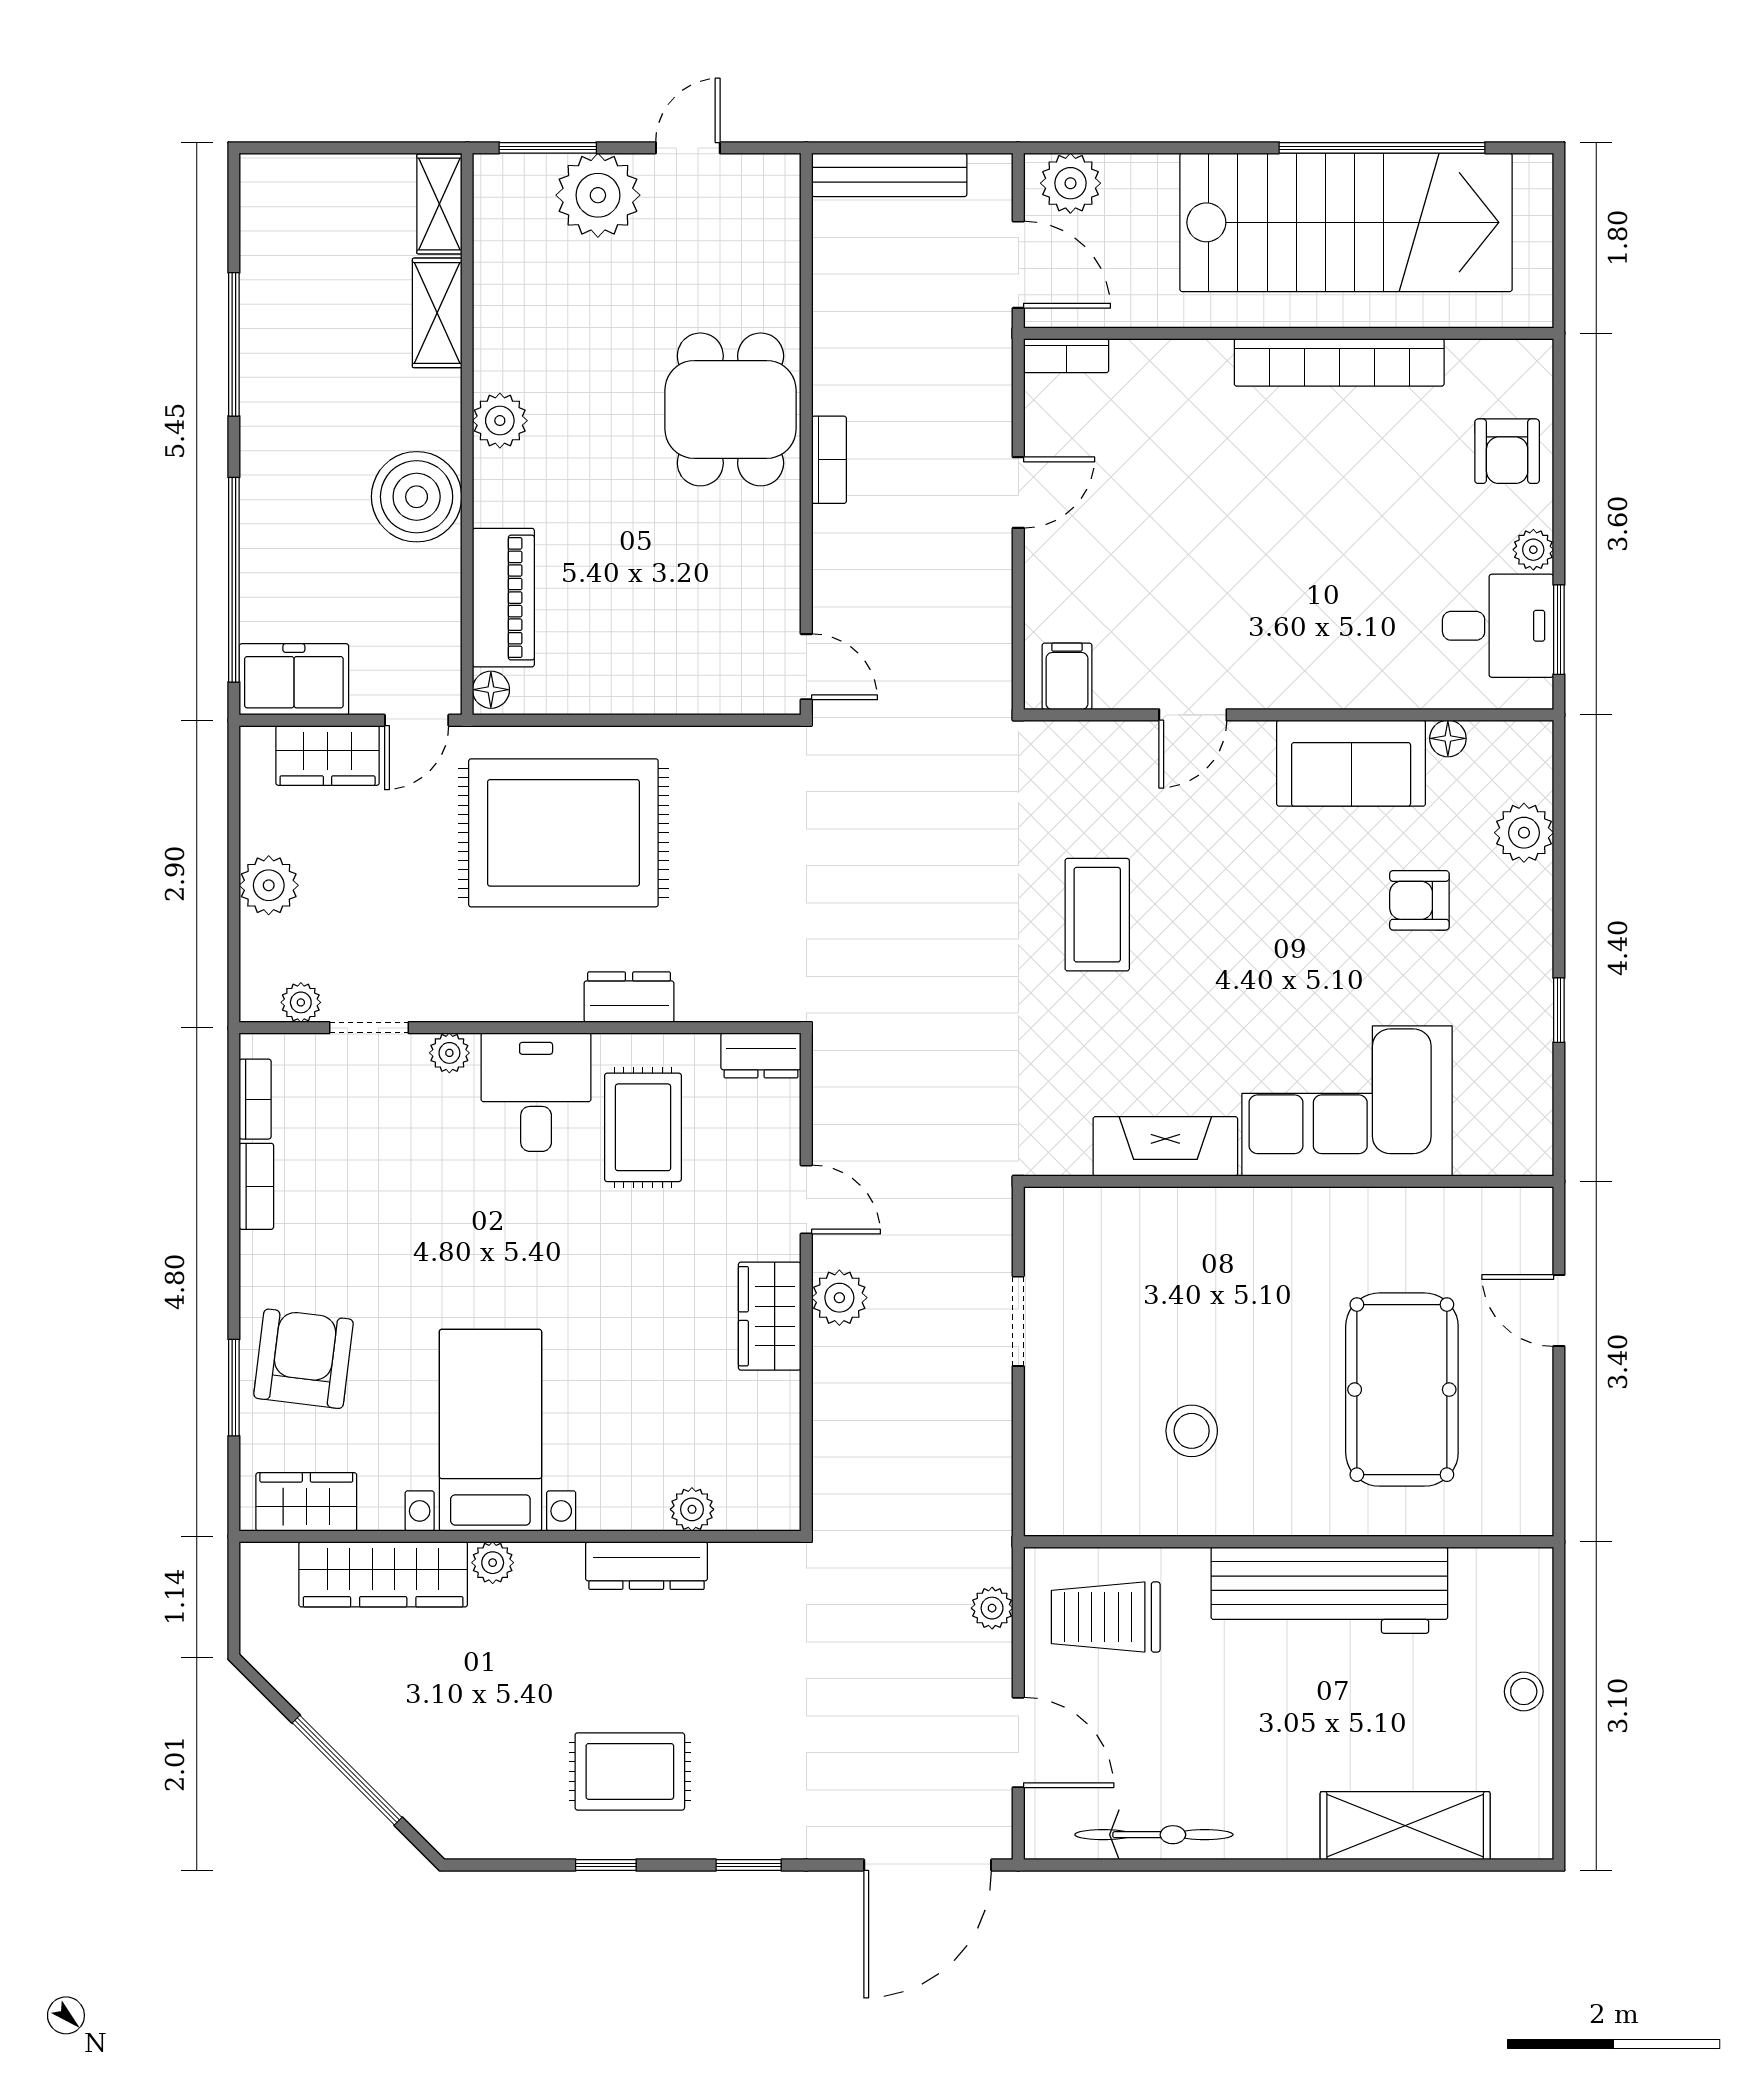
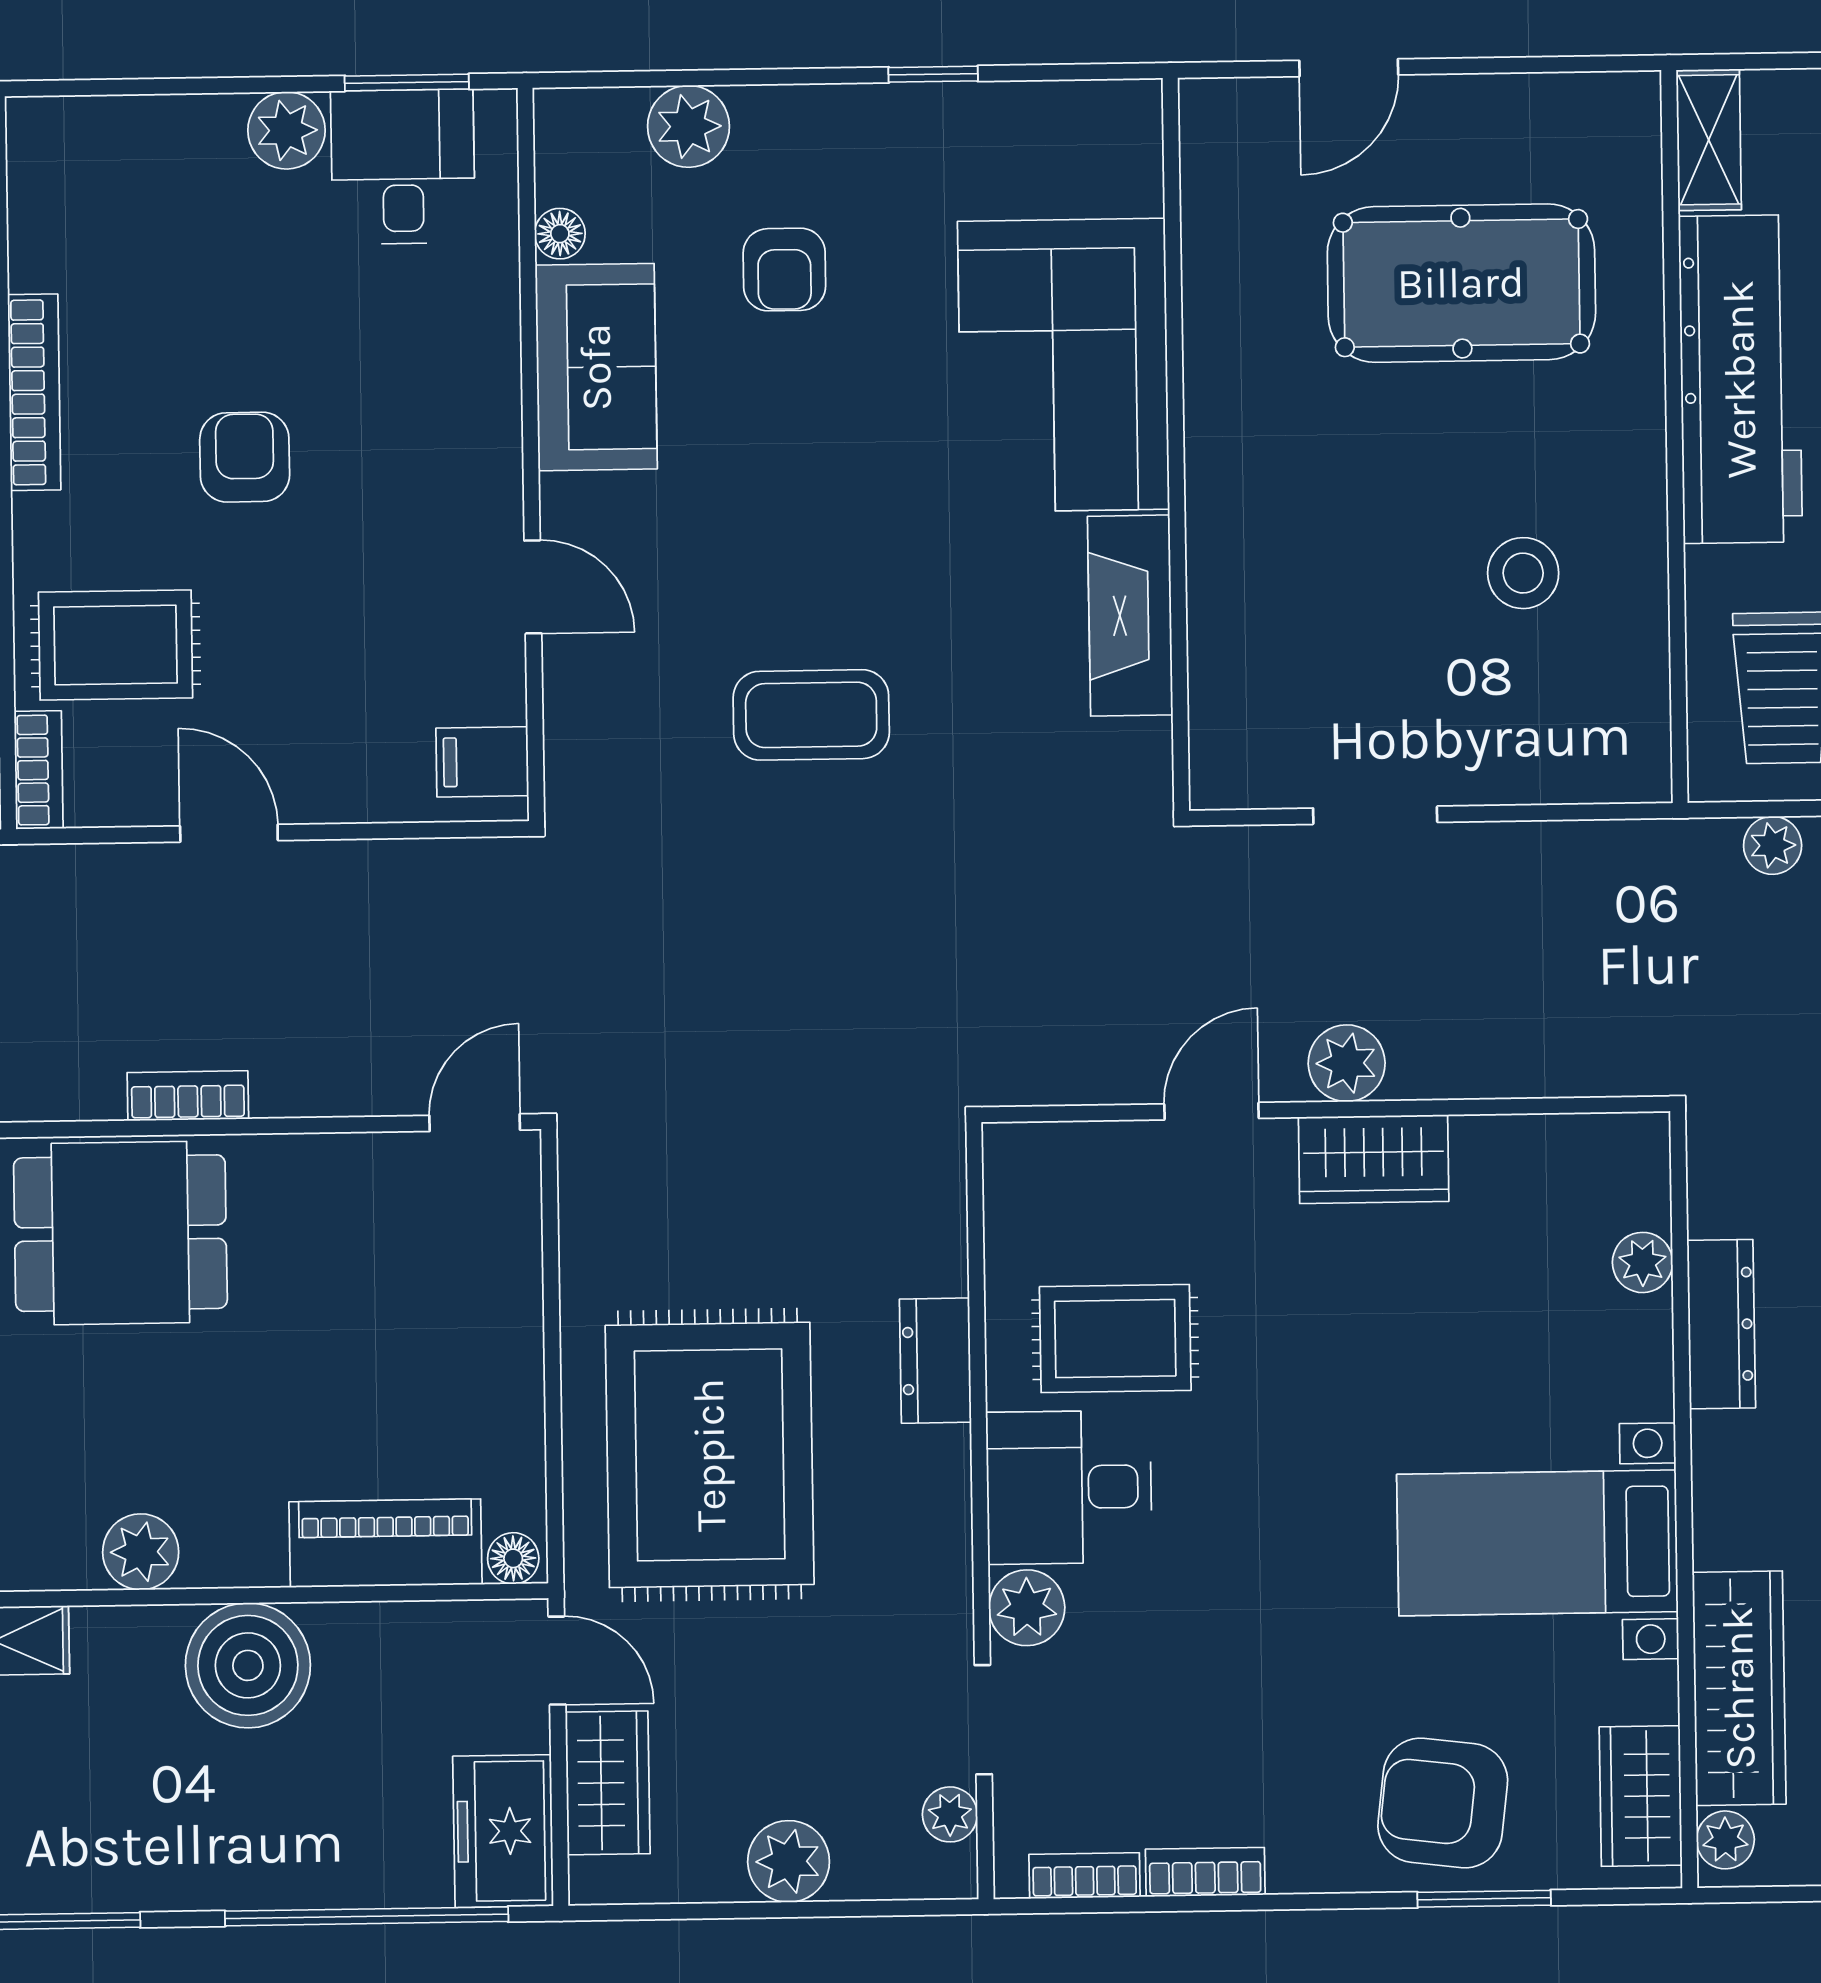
bookcase: (1339, 362) -> (34, 392), width x0.68, depth x0.76
rug: (1156, 413) -> (116, 645), added
armchair: (1507, 451) -> (245, 457), moved, turned -90
plant: (1533, 550) -> (287, 130), width x1.38, depth x1.38
plant: (449, 1053) -> (1027, 1608), width x1.38, depth x1.38
dresser: (761, 1055) -> (1013, 1177), removed
plant: (493, 1563) -> (1725, 1840), moved
shelving: (1503, 1570) -> (1709, 140), added

